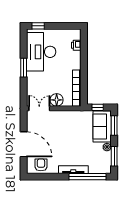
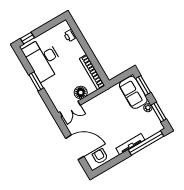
window: (98, 107) -> (120, 78), removed
double door: (39, 108) -> (70, 108), swing flipped

